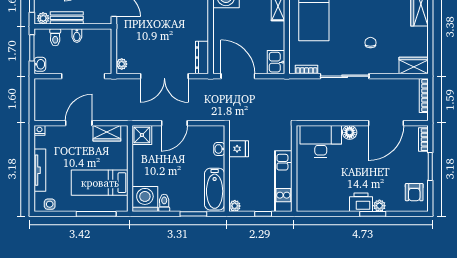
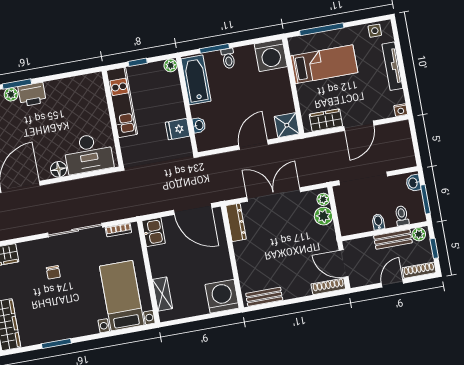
plant: (124, 49) -> (323, 216), added
toilet: (164, 203) -> (228, 58), moved

